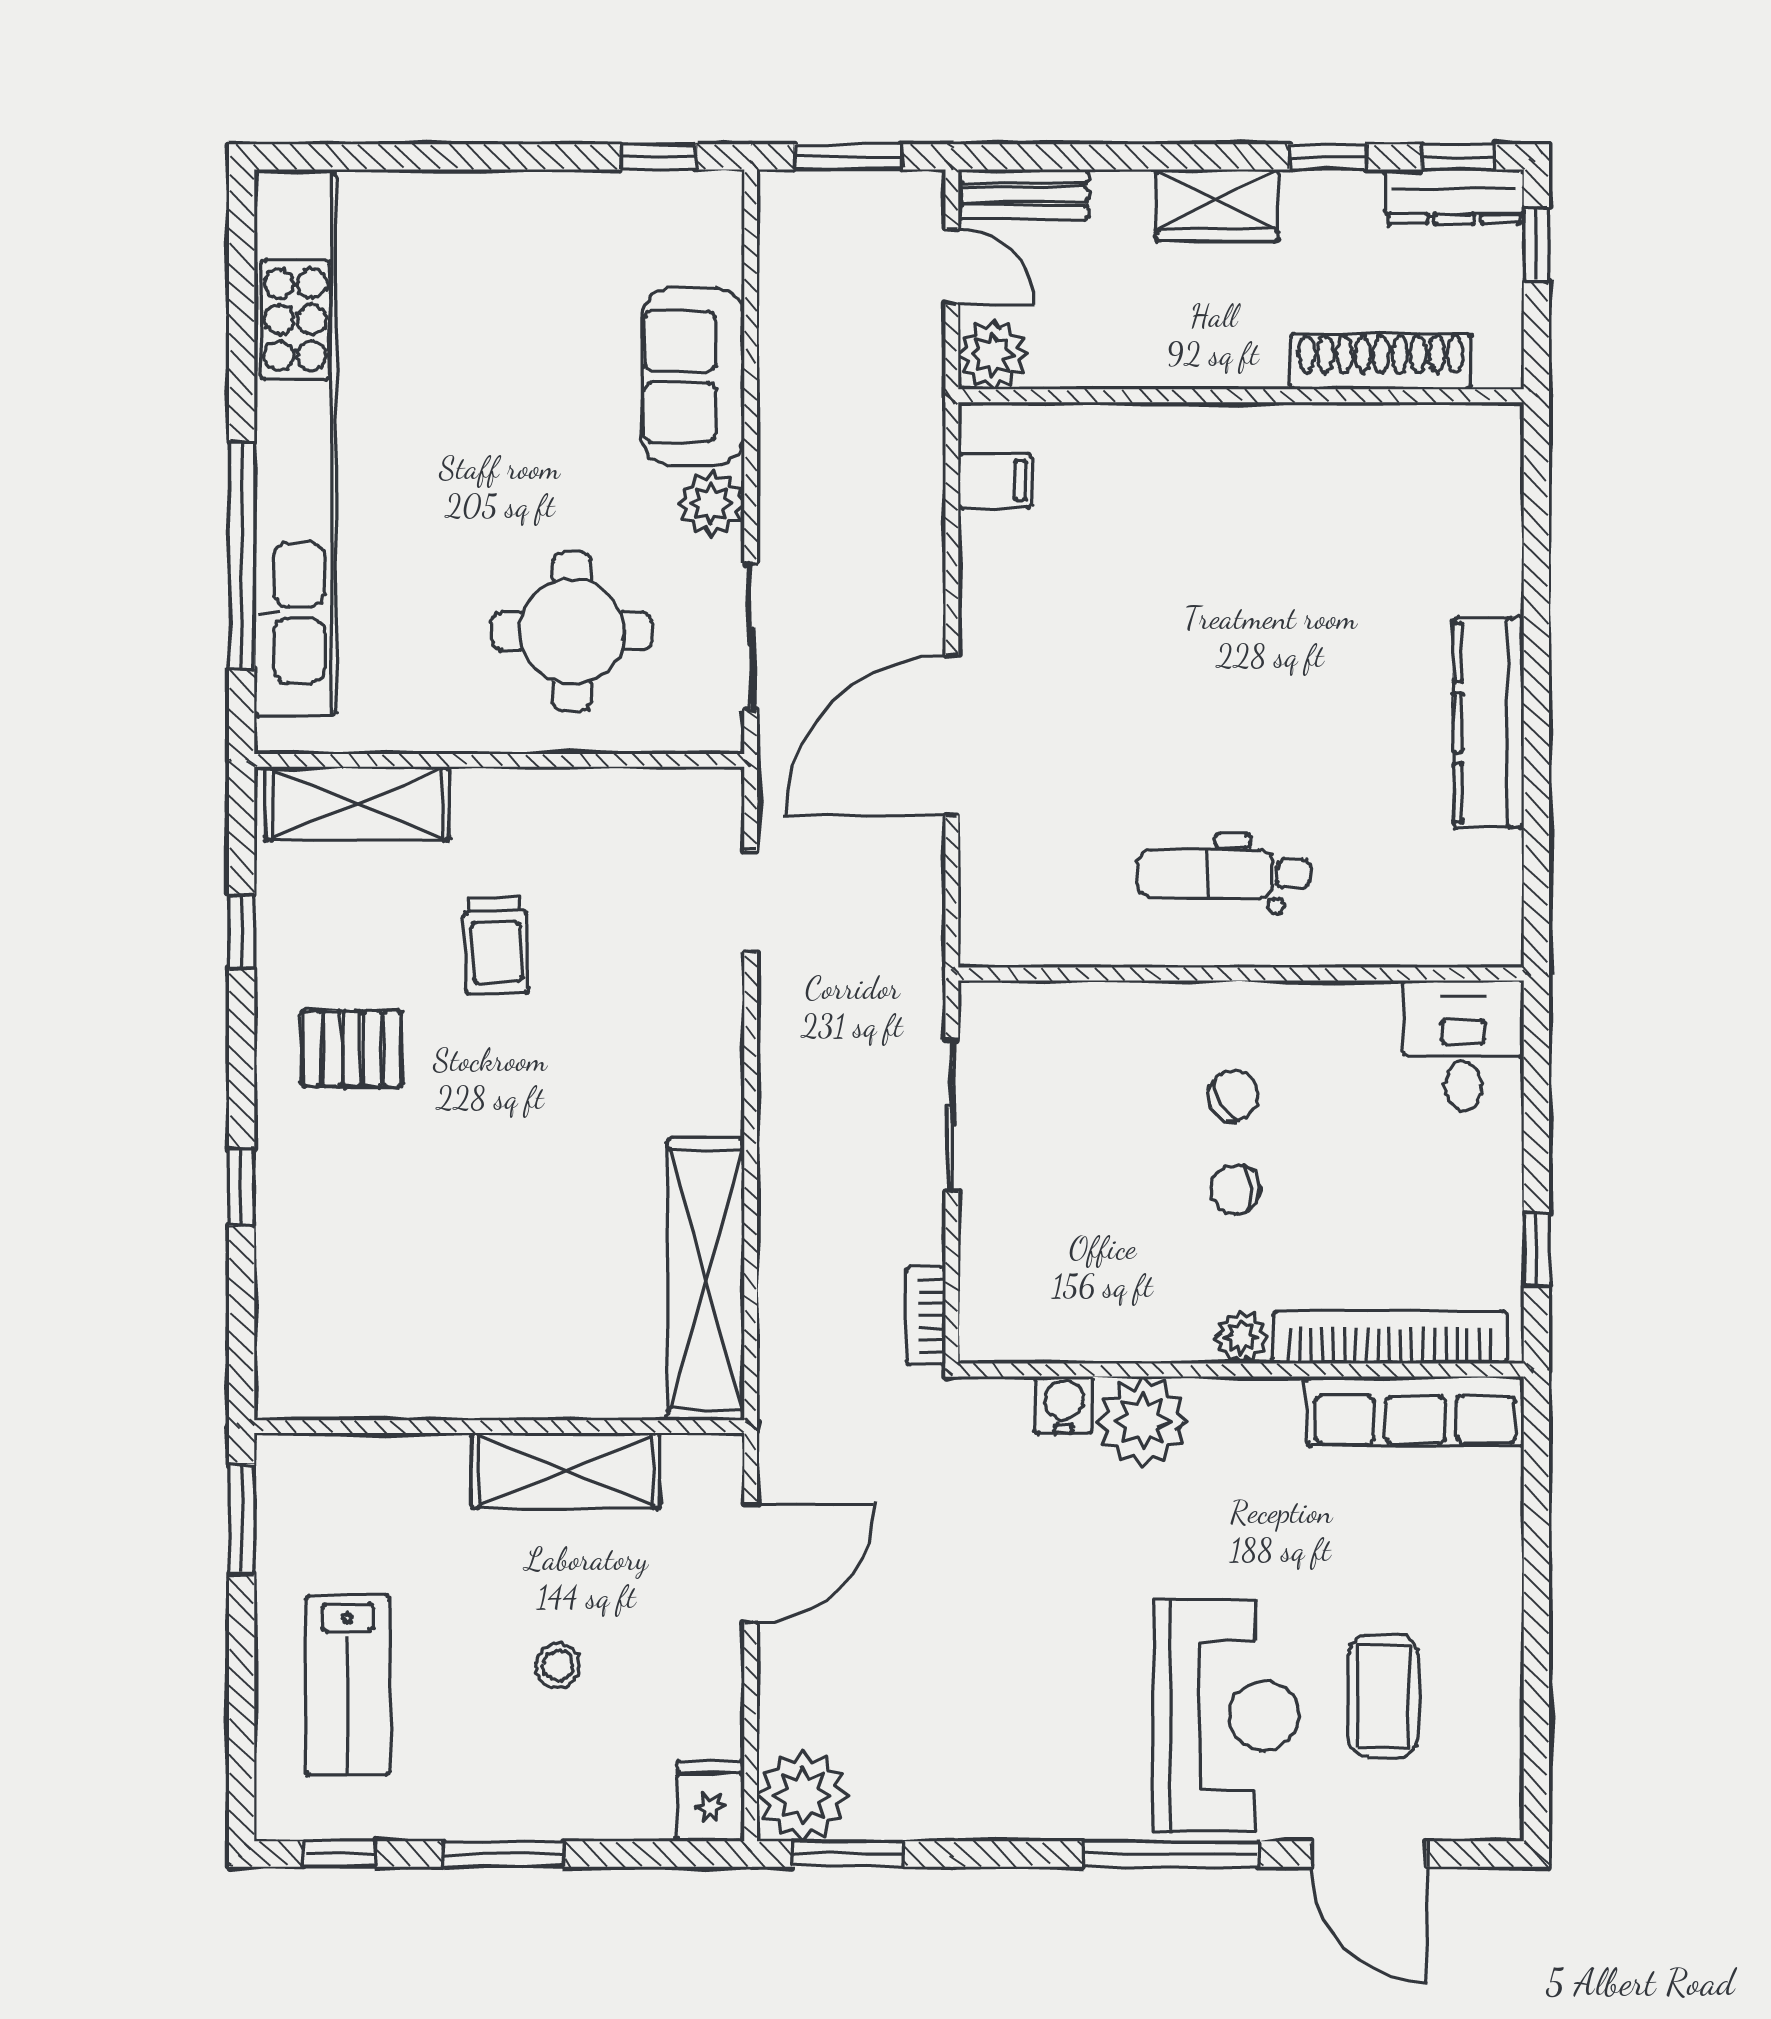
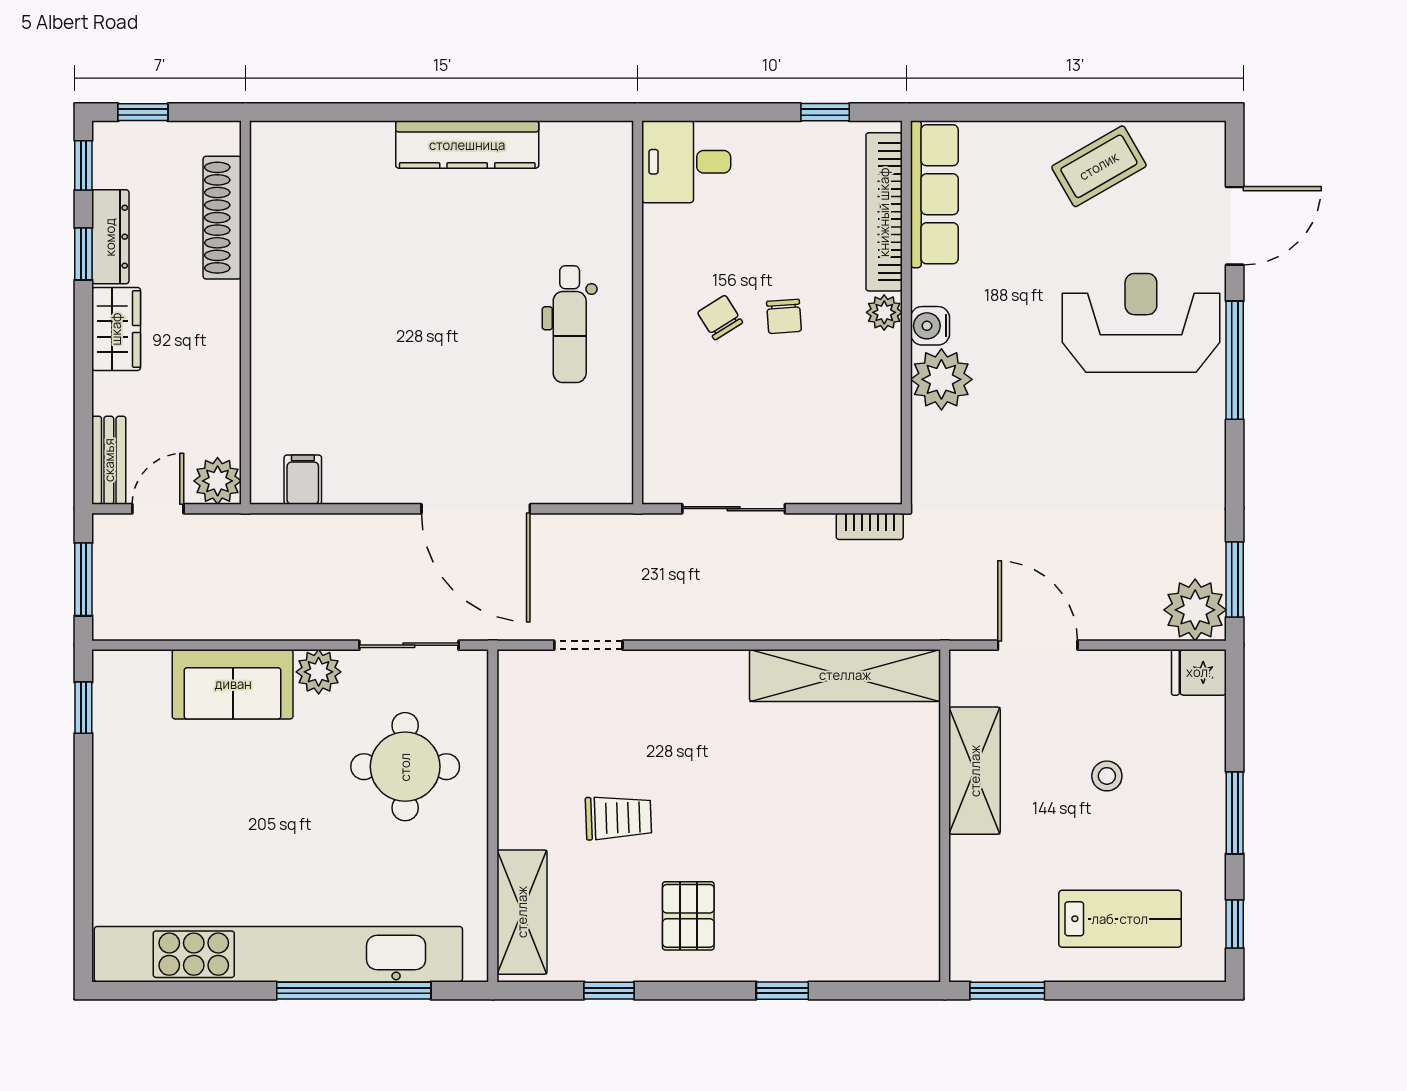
dresser: (1454, 197) -> (110, 237), moved
water cooler: (1064, 1405) -> (930, 326), moved
coffee table: (1383, 1696) -> (1099, 166), moved, turned -30

